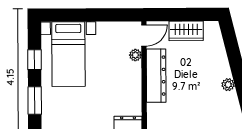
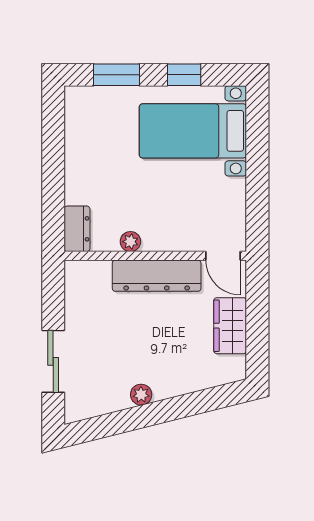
plant: (135, 55) -> (130, 242), moved

